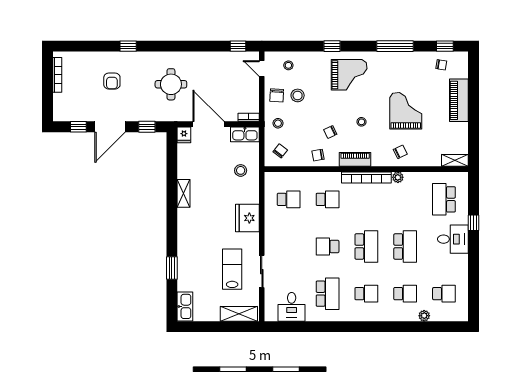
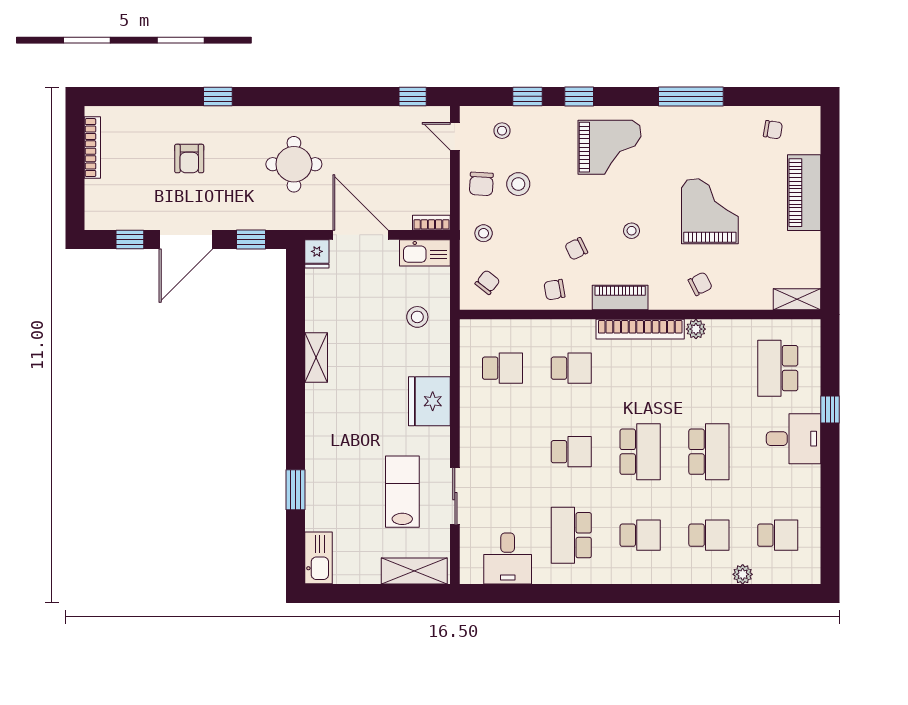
window: (445, 46) -> (528, 96), moved
school desk: (328, 247) -> (571, 452), turned 180
school desk: (328, 294) -> (571, 535), turned 180

